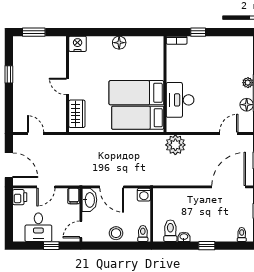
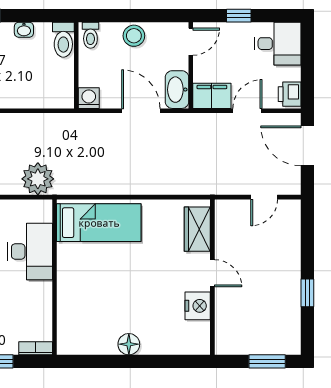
nightstand: (78, 44) -> (198, 306), moved, turned -90
bed: (136, 93) -> (101, 263), removed
door: (36, 133) -> (264, 197), hinge flipped
filing cabinet: (74, 196) -> (212, 96), width x2.00
desk: (38, 227) -> (278, 44), moved, turned 90
toilet: (170, 231) -> (63, 40), moved

